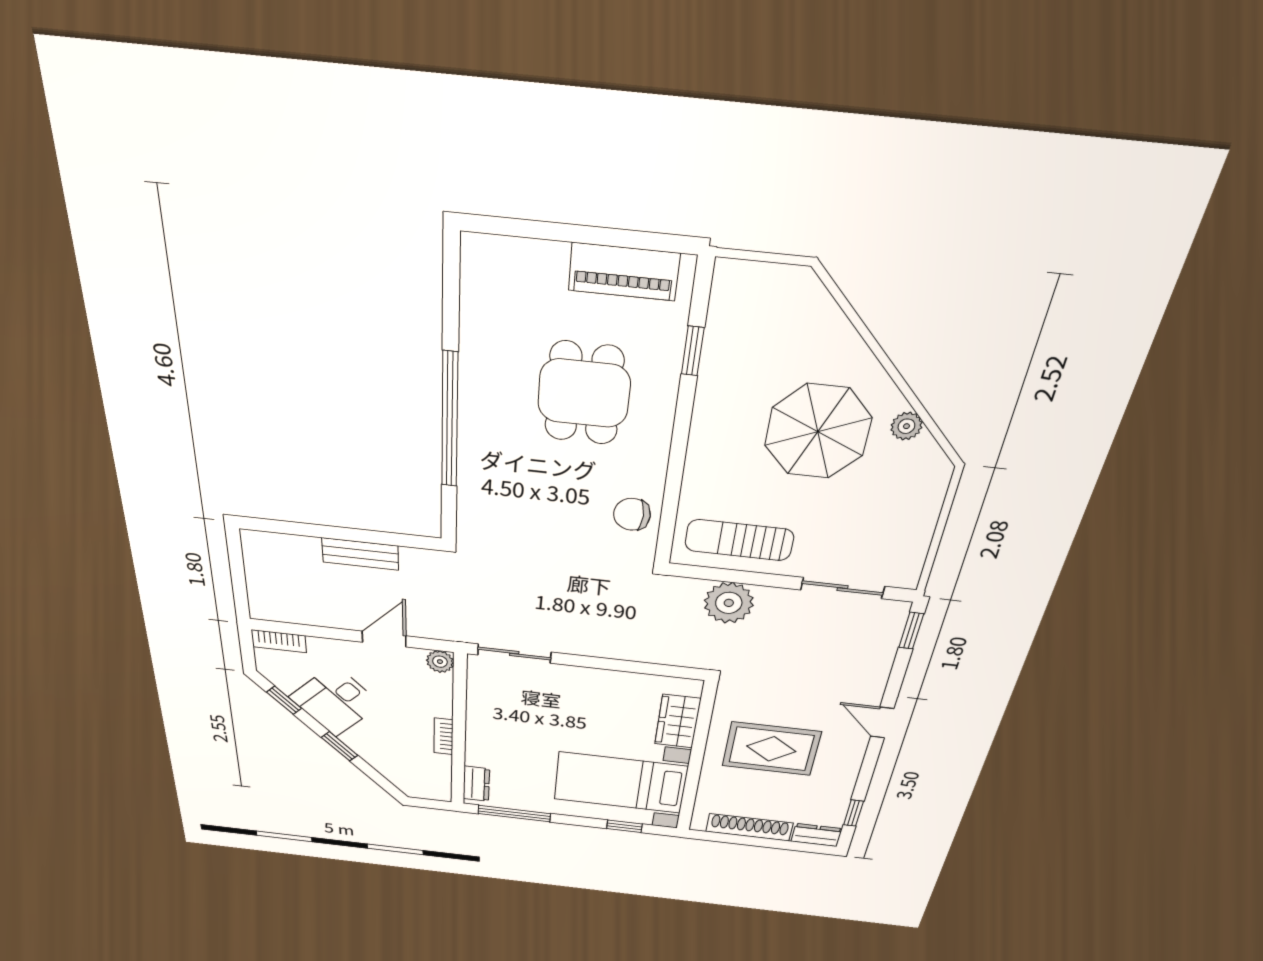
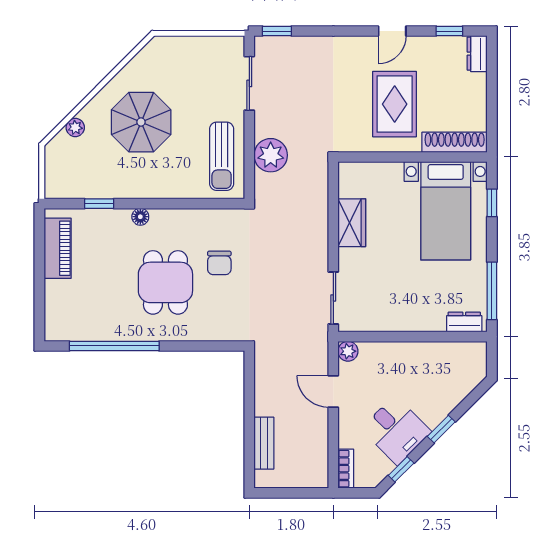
dining table: (584, 393) -> (165, 282), moved, turned 90
floor lamp: (662, 414) -> (140, 217), added
window: (450, 421) -> (114, 346), moved
plant: (906, 426) -> (75, 127), moved
chair: (632, 514) -> (219, 263), moved
bench: (360, 554) -> (264, 443), moved
wardrobe: (678, 721) -> (352, 223), moved, turned -90
door: (882, 723) -> (392, 31), moved
bookcase: (443, 736) -> (419, 348), removed
shoe rack: (749, 827) -> (455, 142), moved, turned 90

